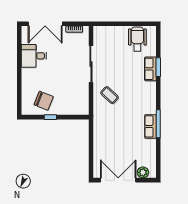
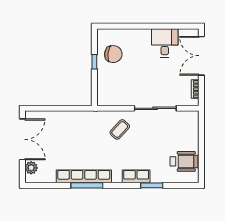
row of seats: (150, 69) -> (136, 176), moved
chair: (44, 101) -> (113, 54), turned -104
row of seats: (150, 126) -> (84, 176), width x2.02

